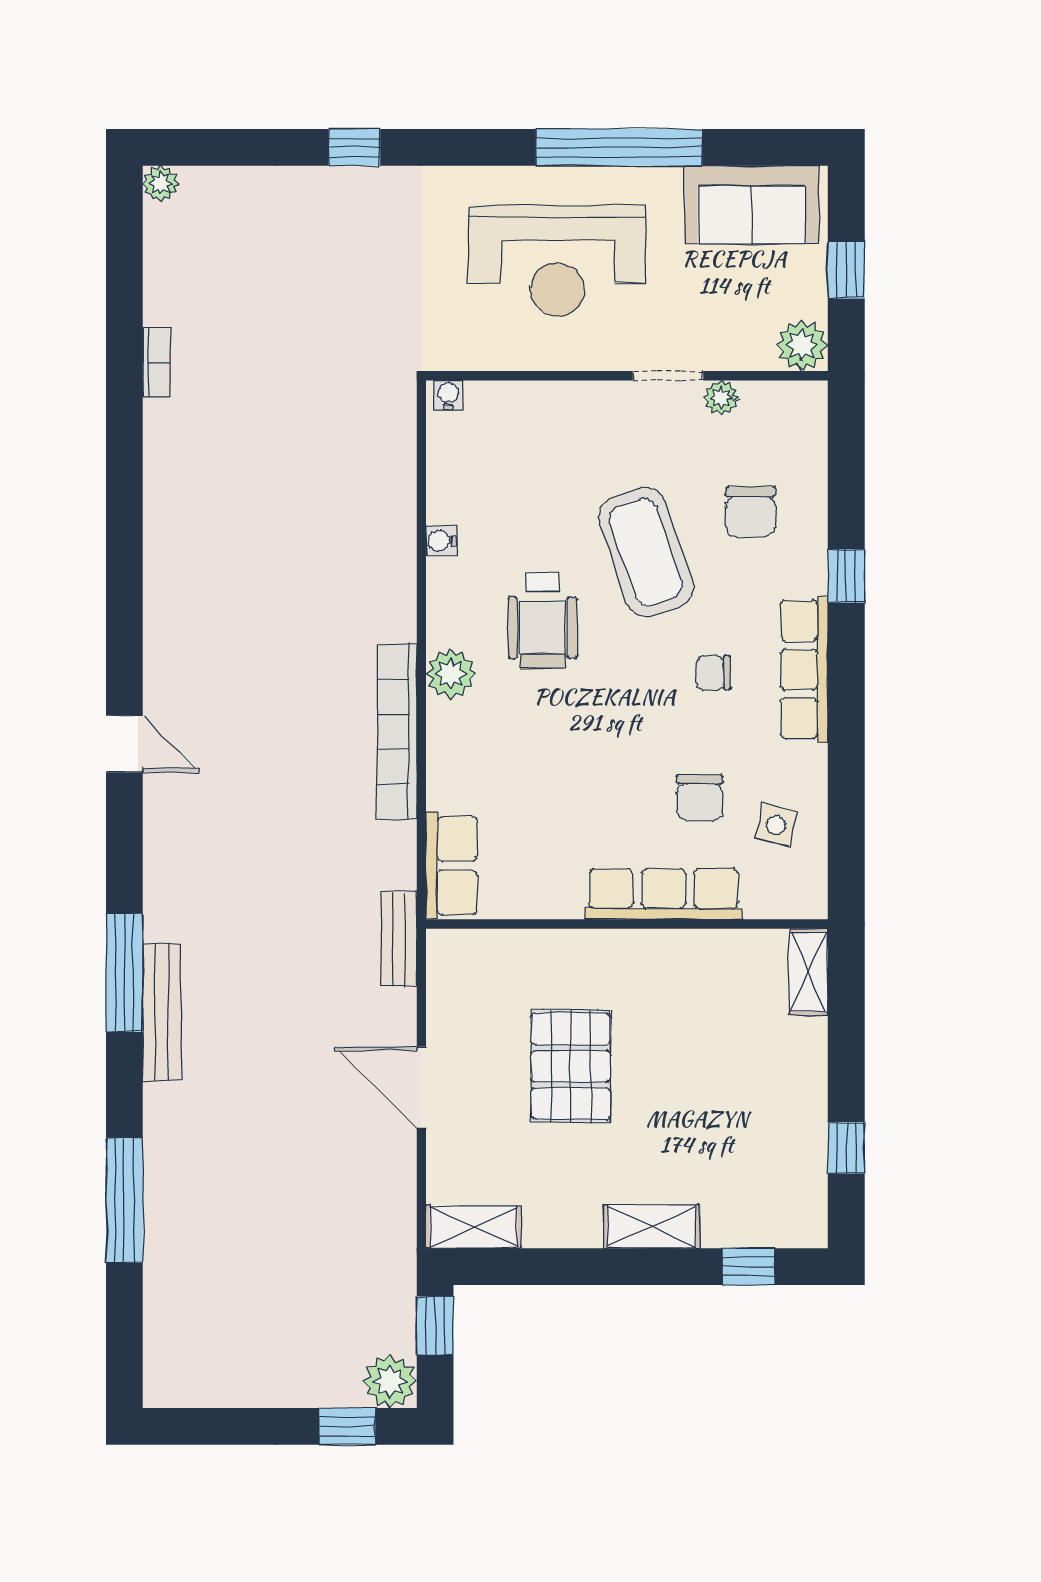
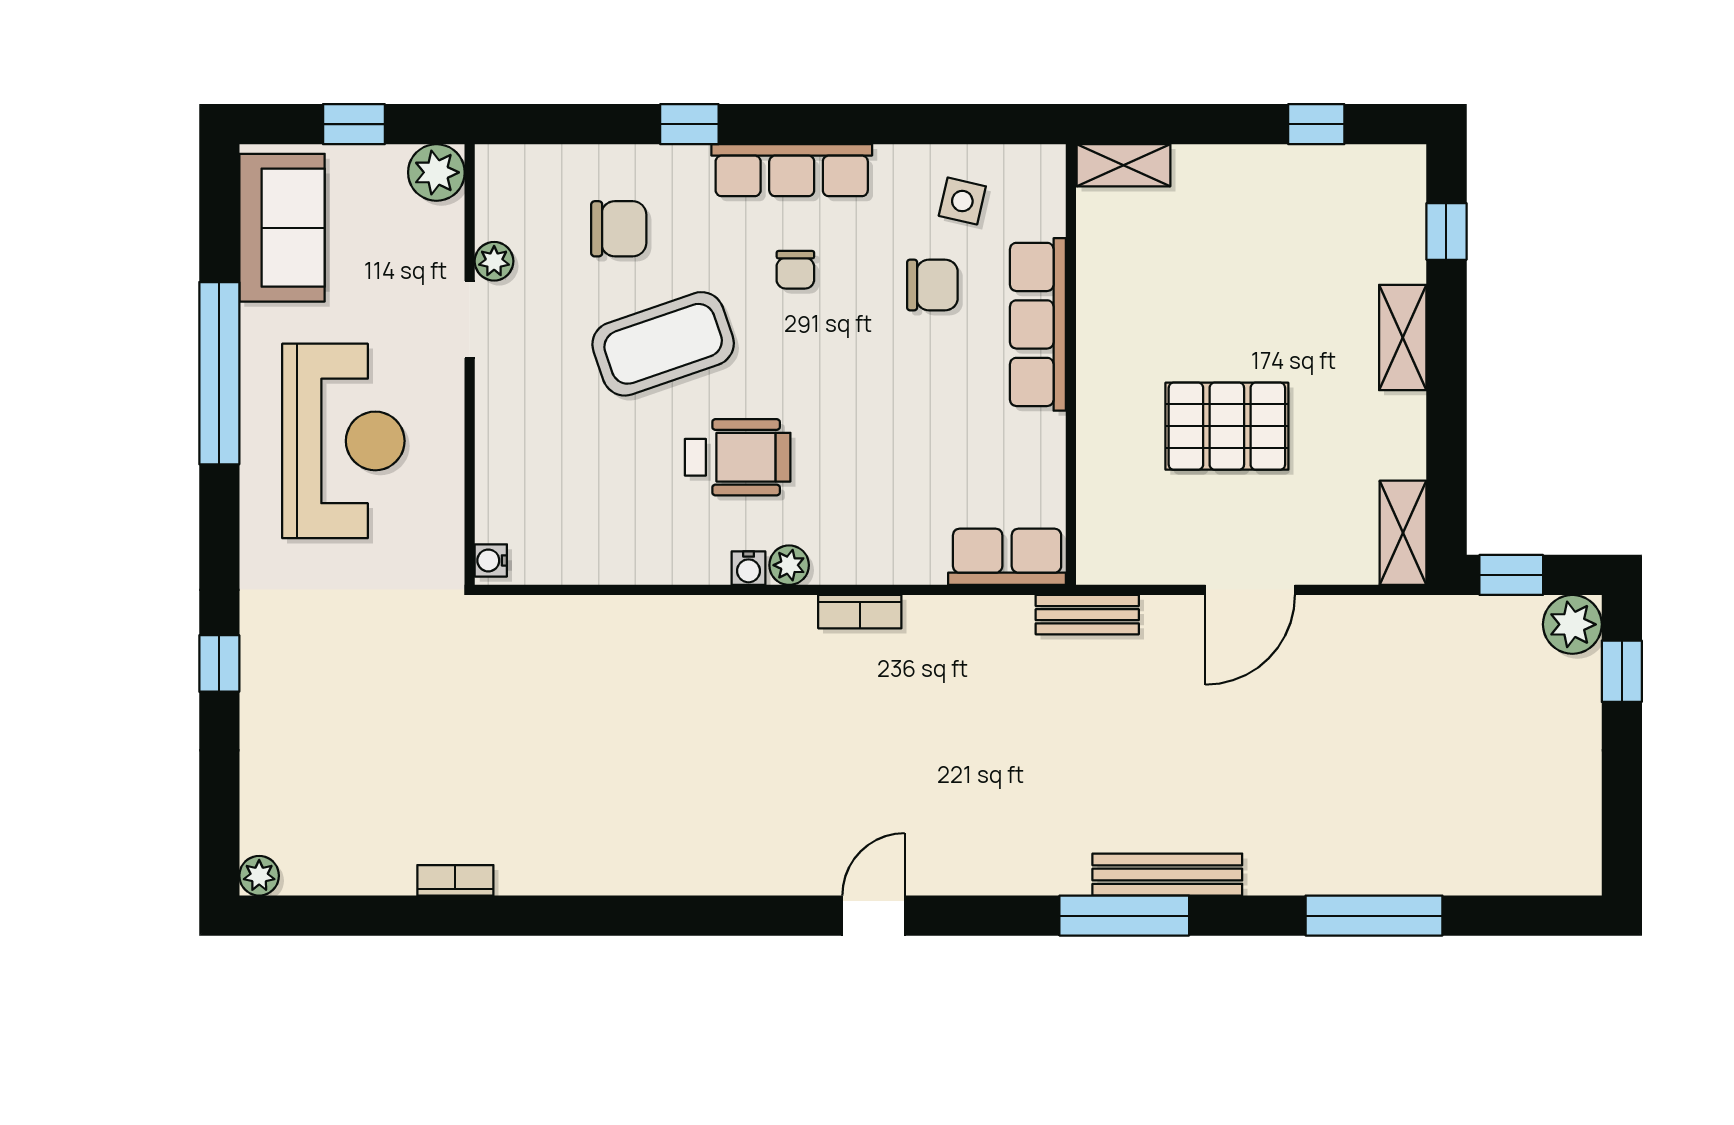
water cooler: (441, 541) -> (749, 568), moved
plant: (451, 674) -> (789, 565), width x0.73, depth x0.73
bookcase: (397, 731) -> (860, 612), width x0.43, depth x0.76

